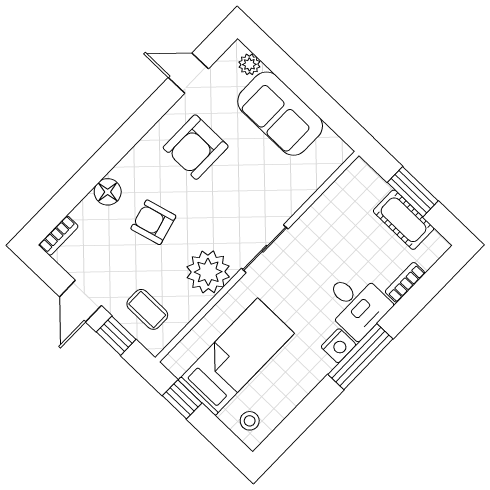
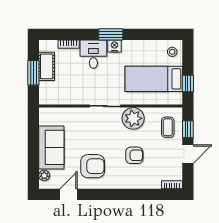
door: (188, 73) -> (69, 194), swing flipped
floor lamp: (108, 192) -> (139, 182), removed
armchair: (153, 222) -> (134, 155), turned -75
window: (360, 357) -> (111, 34), width x0.69

